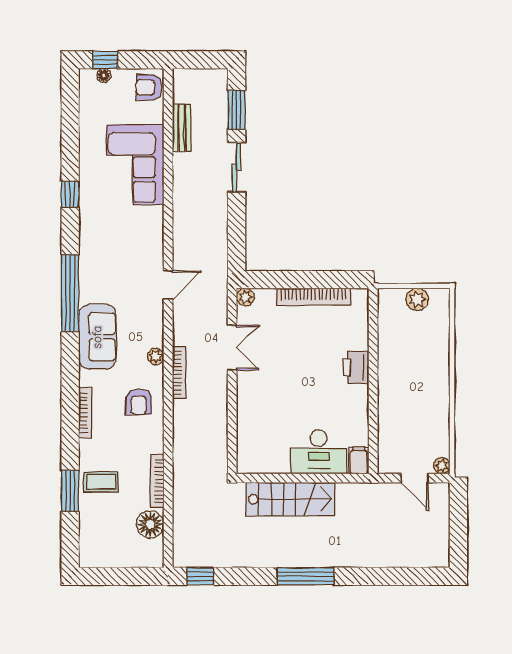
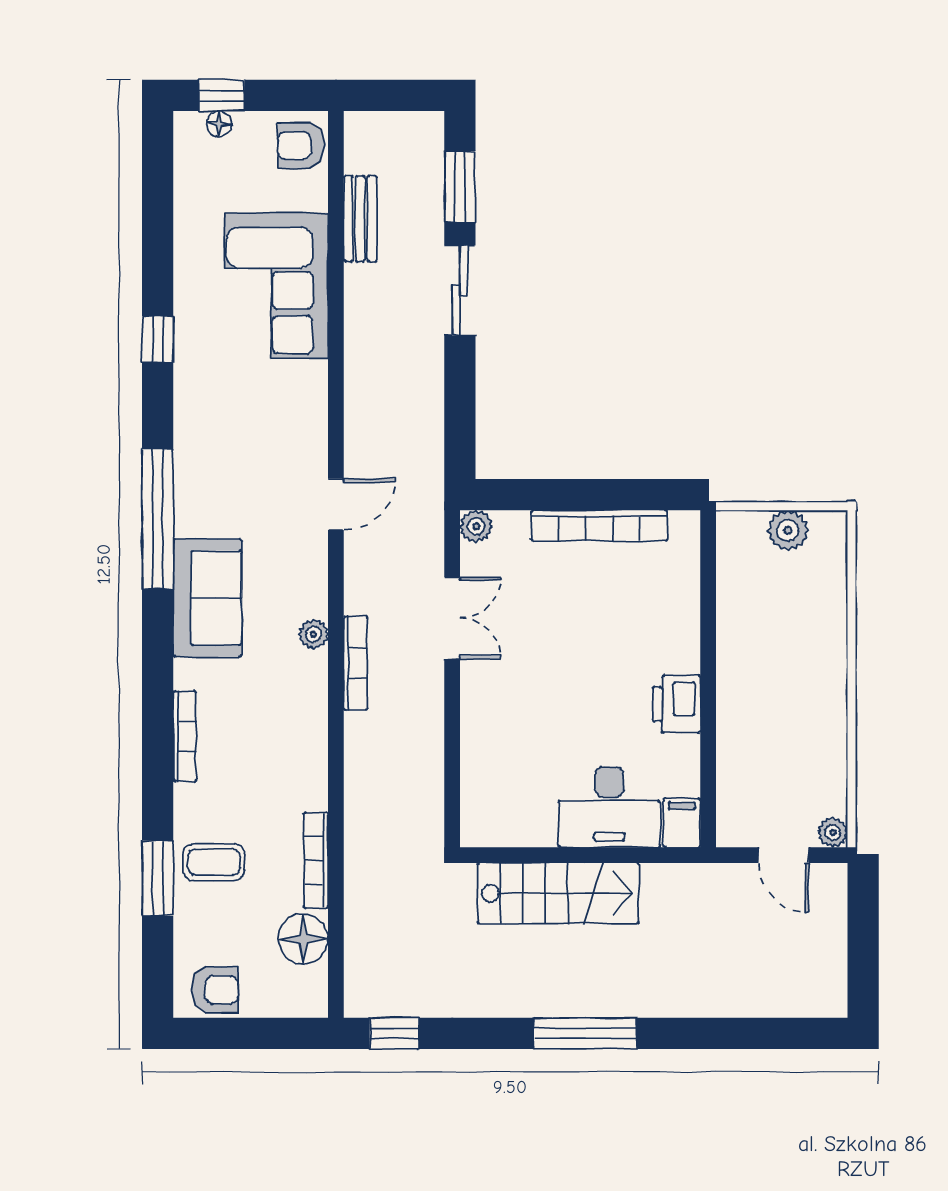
printer: (356, 367) -> (676, 704), moved
armchair: (139, 402) -> (215, 990), moved, turned -90

